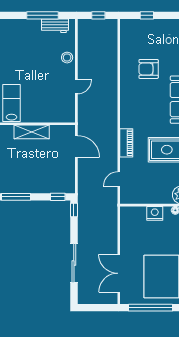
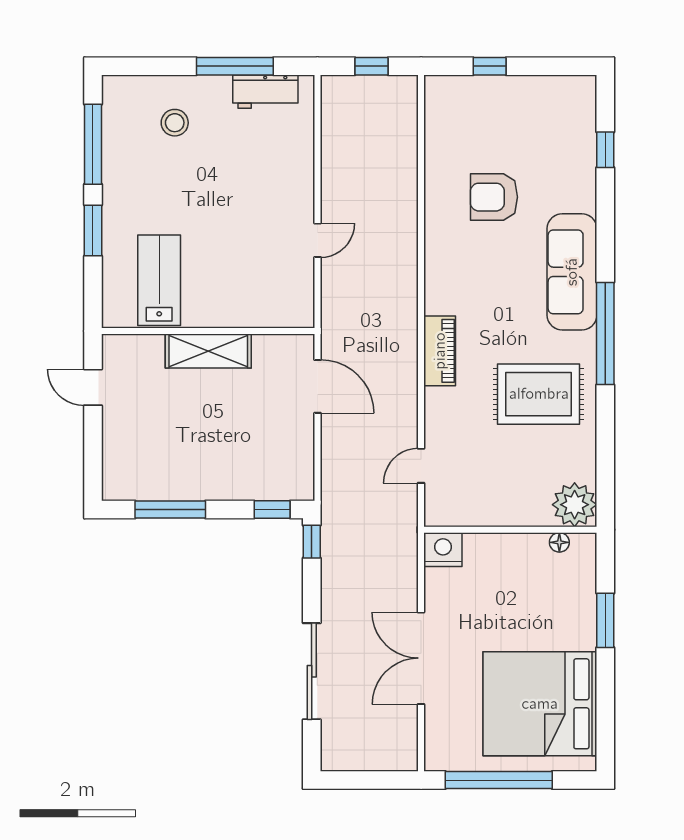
stool: (67, 58) -> (175, 123), moved
piano: (126, 143) -> (440, 351), moved
nightstand: (155, 213) -> (443, 550), moved
double door: (119, 273) -> (421, 658), moved

